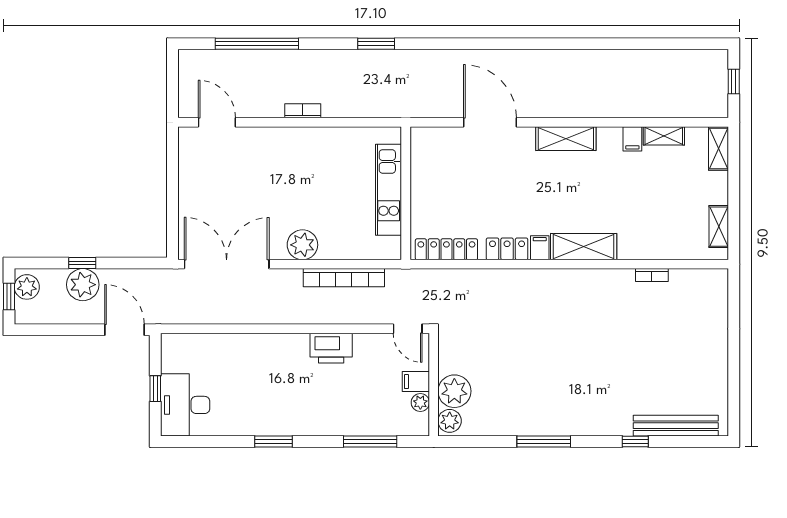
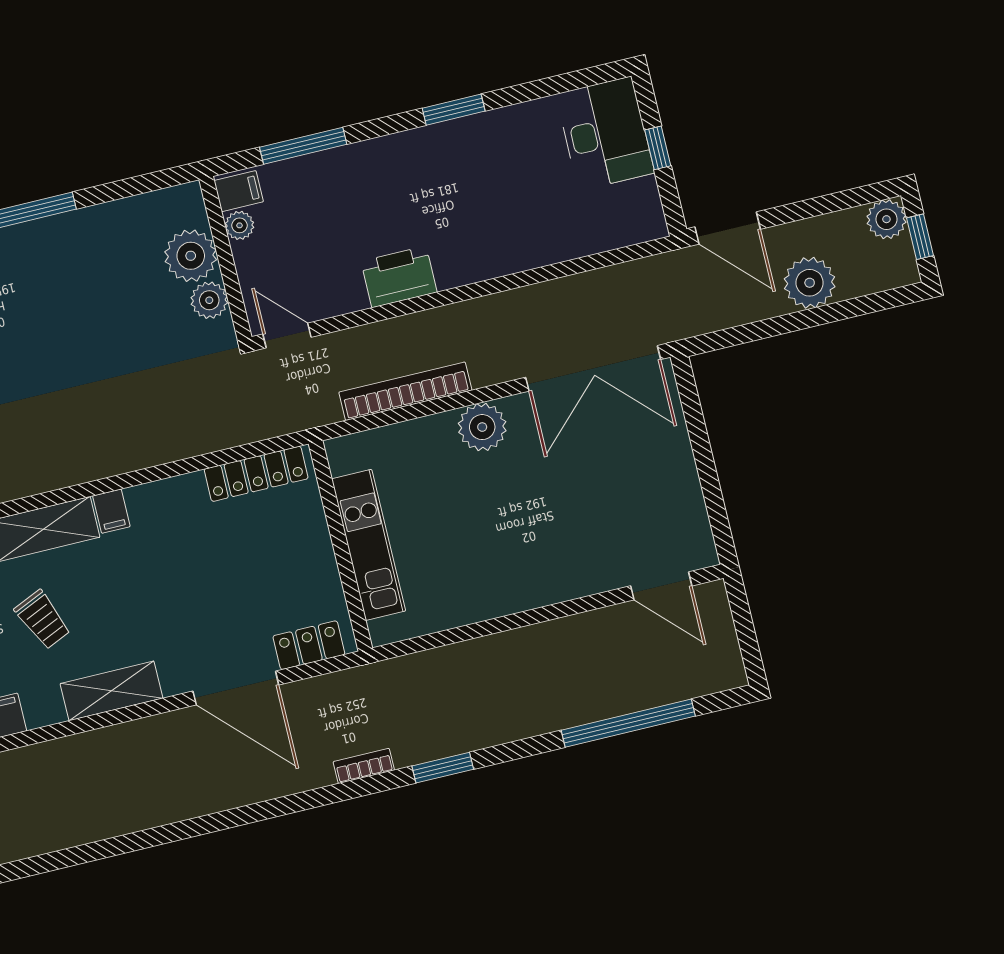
bookcase: (303, 111) -> (364, 766), moved, turned 180
trolley: (597, 192) -> (43, 620), added
locker: (507, 249) -> (309, 645), moved, turned 180
window: (82, 263) -> (818, 316), removed
plant: (27, 287) -> (886, 219), moved
filing cabinet: (416, 382) -> (239, 191), moved
plant: (450, 421) -> (209, 300), moved

